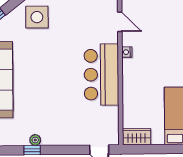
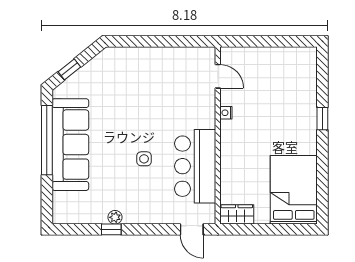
side table: (37, 17) -> (144, 159), moved, width x0.54, depth x0.54
bar counter: (101, 75) -> (195, 166), moved

